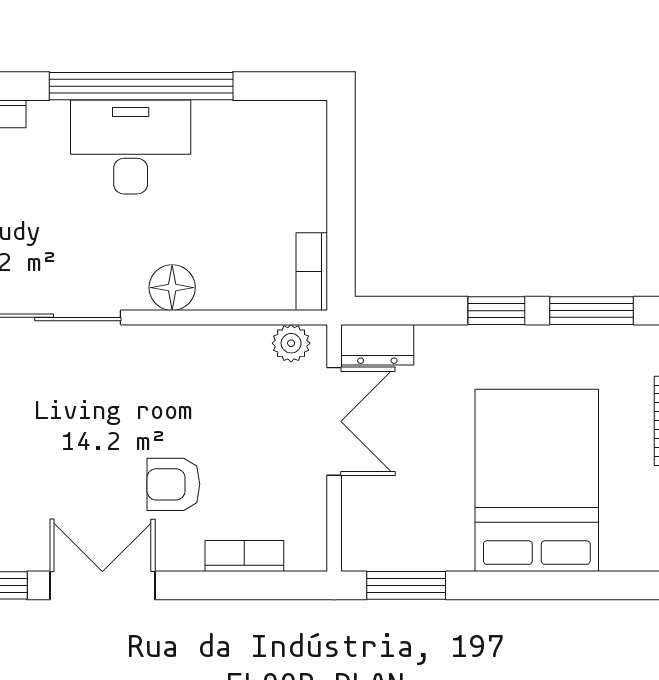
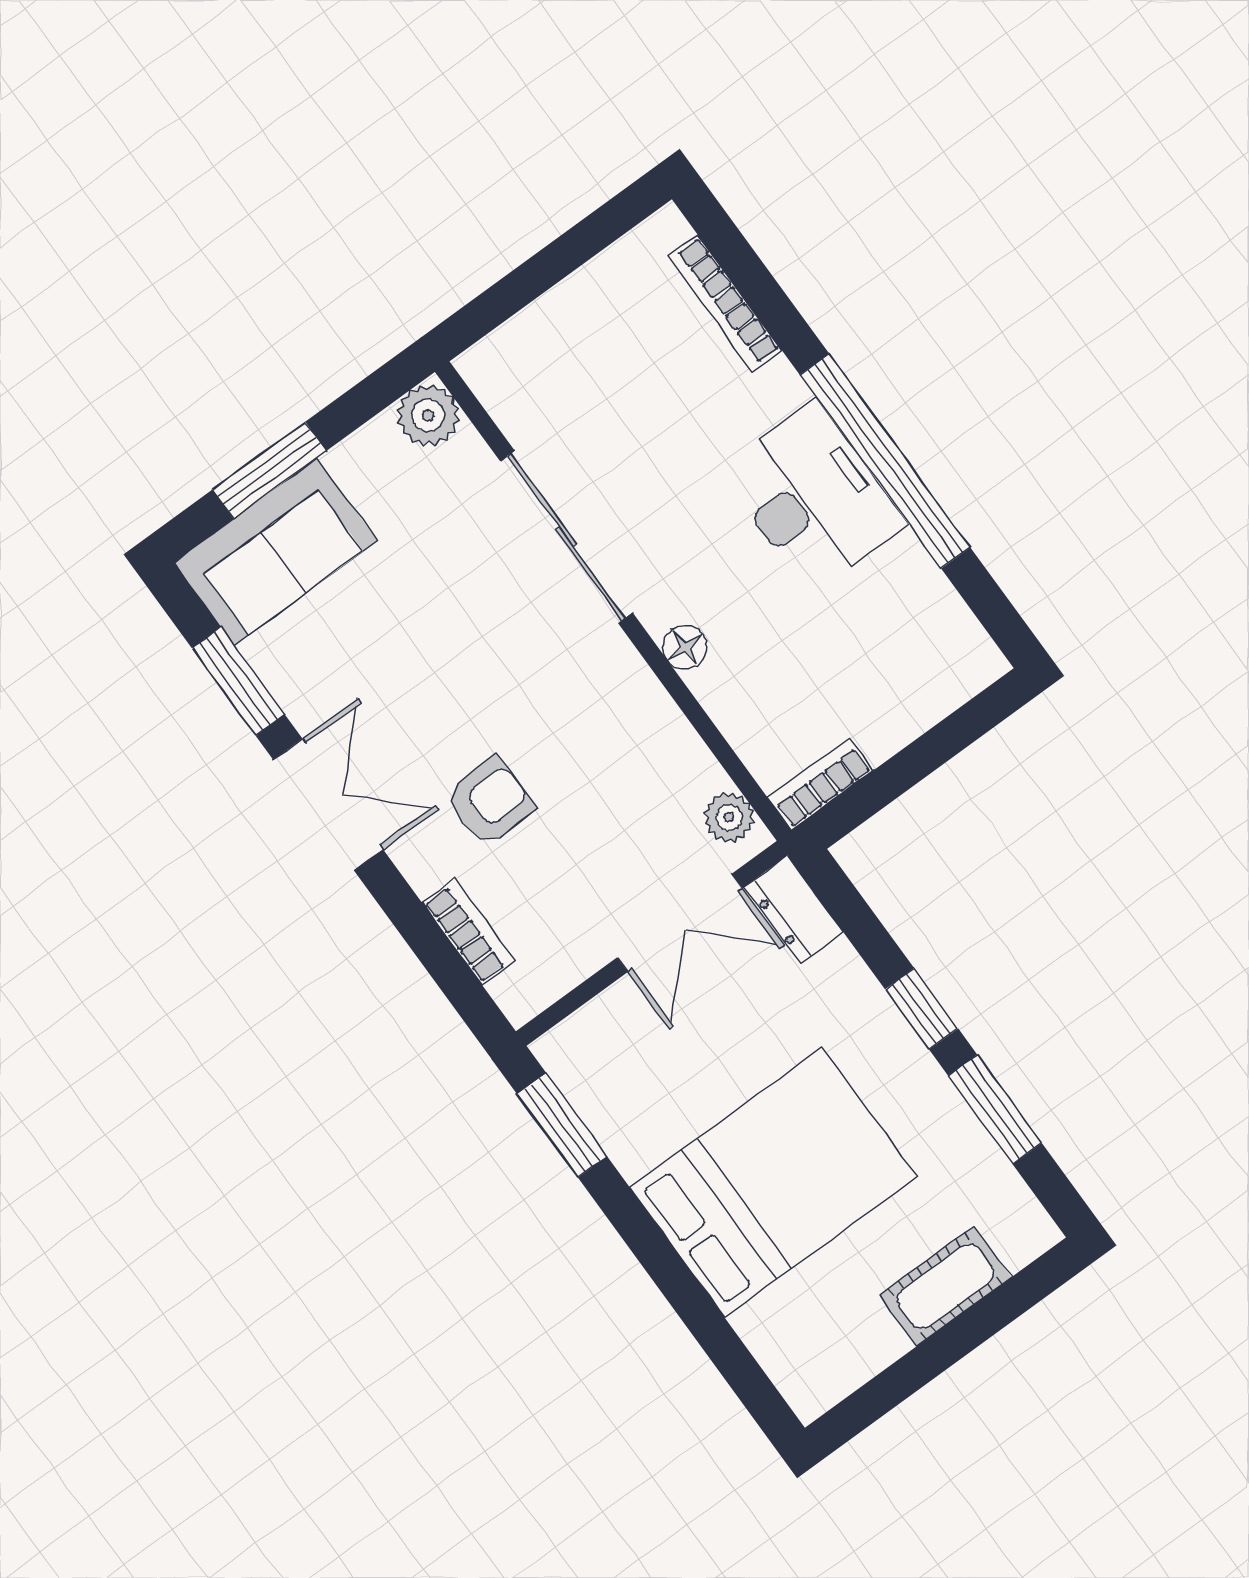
floor lamp: (172, 288) -> (685, 647), width x0.73, depth x0.73
armchair: (173, 484) -> (490, 802), turned 88

